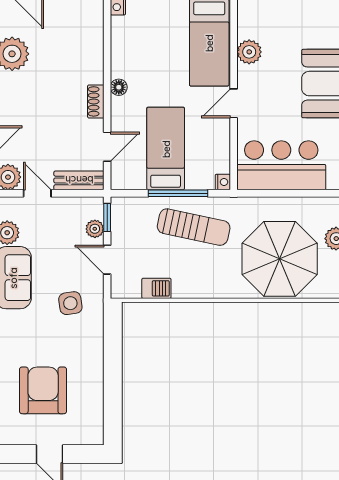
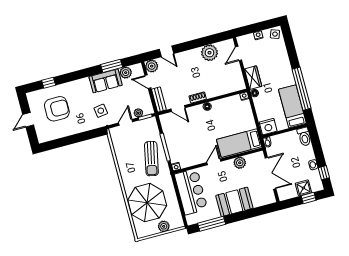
door: (234, 103) -> (214, 162), hinge flipped
bed: (166, 149) -> (184, 136), removed
door: (37, 193) -> (148, 82), swing flipped
barbecue: (156, 288) -> (118, 149), removed

